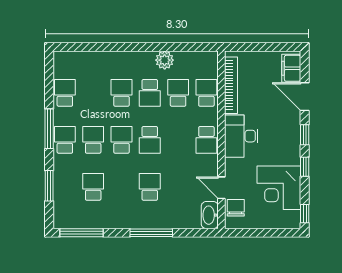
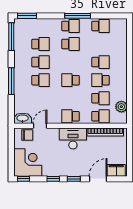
plant: (165, 60) -> (121, 107), moved
school desk: (121, 140) -> (40, 62), moved
window: (49, 186) -> (27, 16), moved
corner desk: (279, 188) -> (28, 162), moved, turned 90

